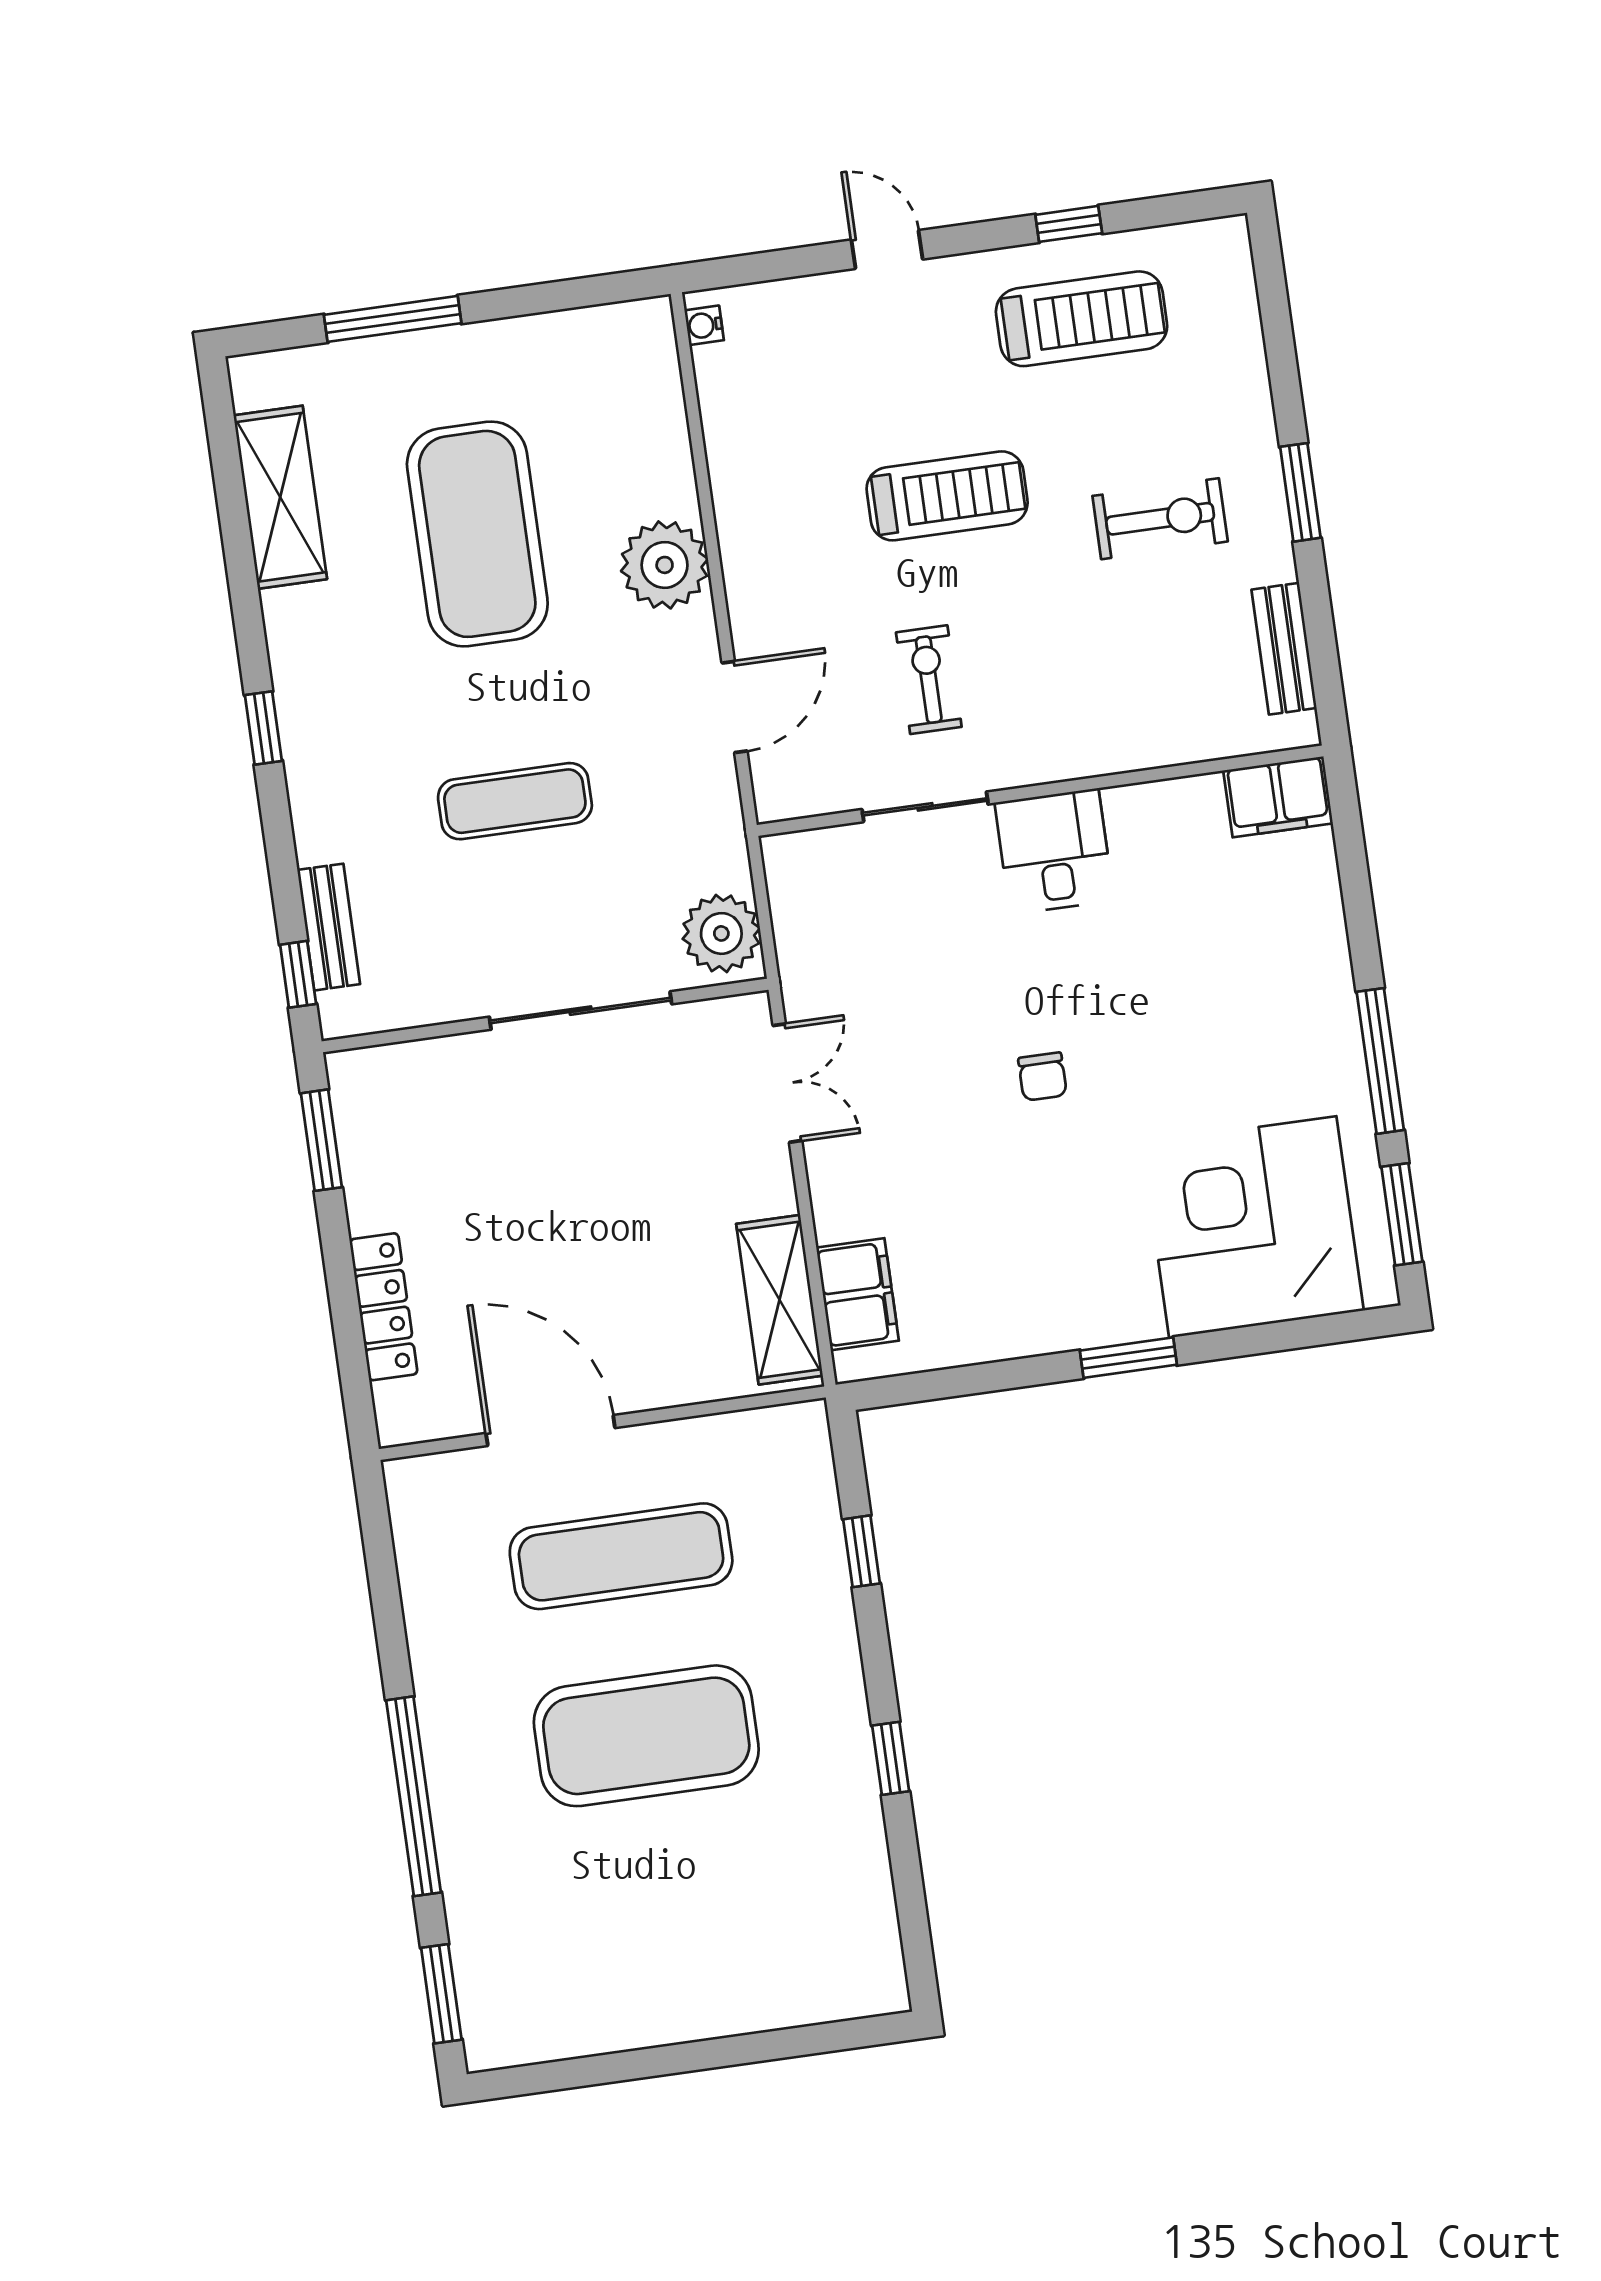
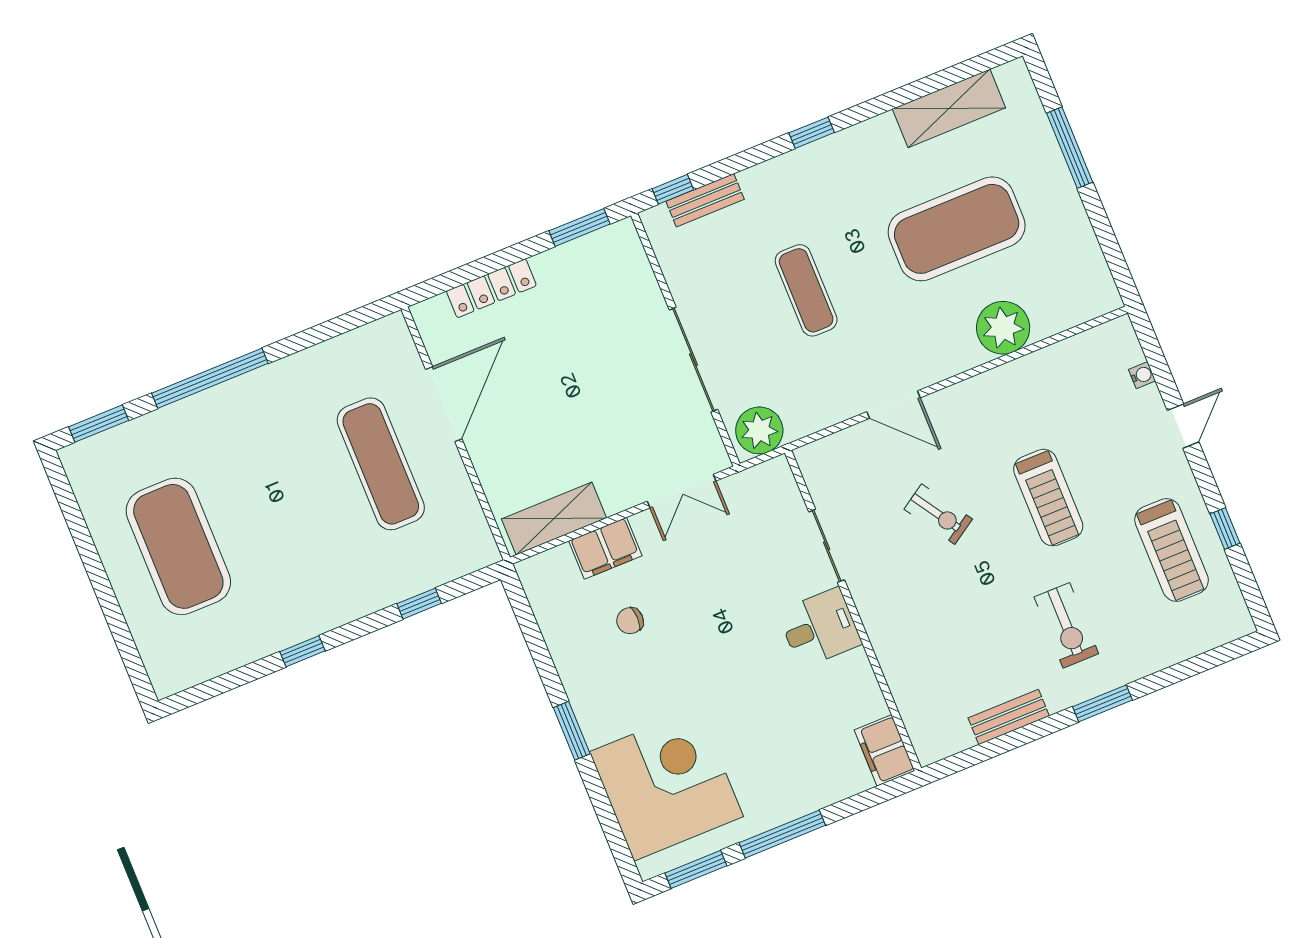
water cooler: (704, 325) -> (1142, 375), moved, turned 90
plant: (665, 565) -> (1003, 328), moved
exercise bike: (929, 680) -> (938, 514), turned 57
wall: (1040, 791) -> (853, 611), moved
filing cabinet: (1278, 797) -> (885, 750), moved
sliding door: (925, 807) -> (827, 546), moved
desk: (1054, 851) -> (820, 628), moved
chair: (1042, 1077) -> (630, 621), moved
filing cabinet: (857, 1294) -> (605, 548), moved
exercise mat: (646, 1736) -> (178, 546), moved

